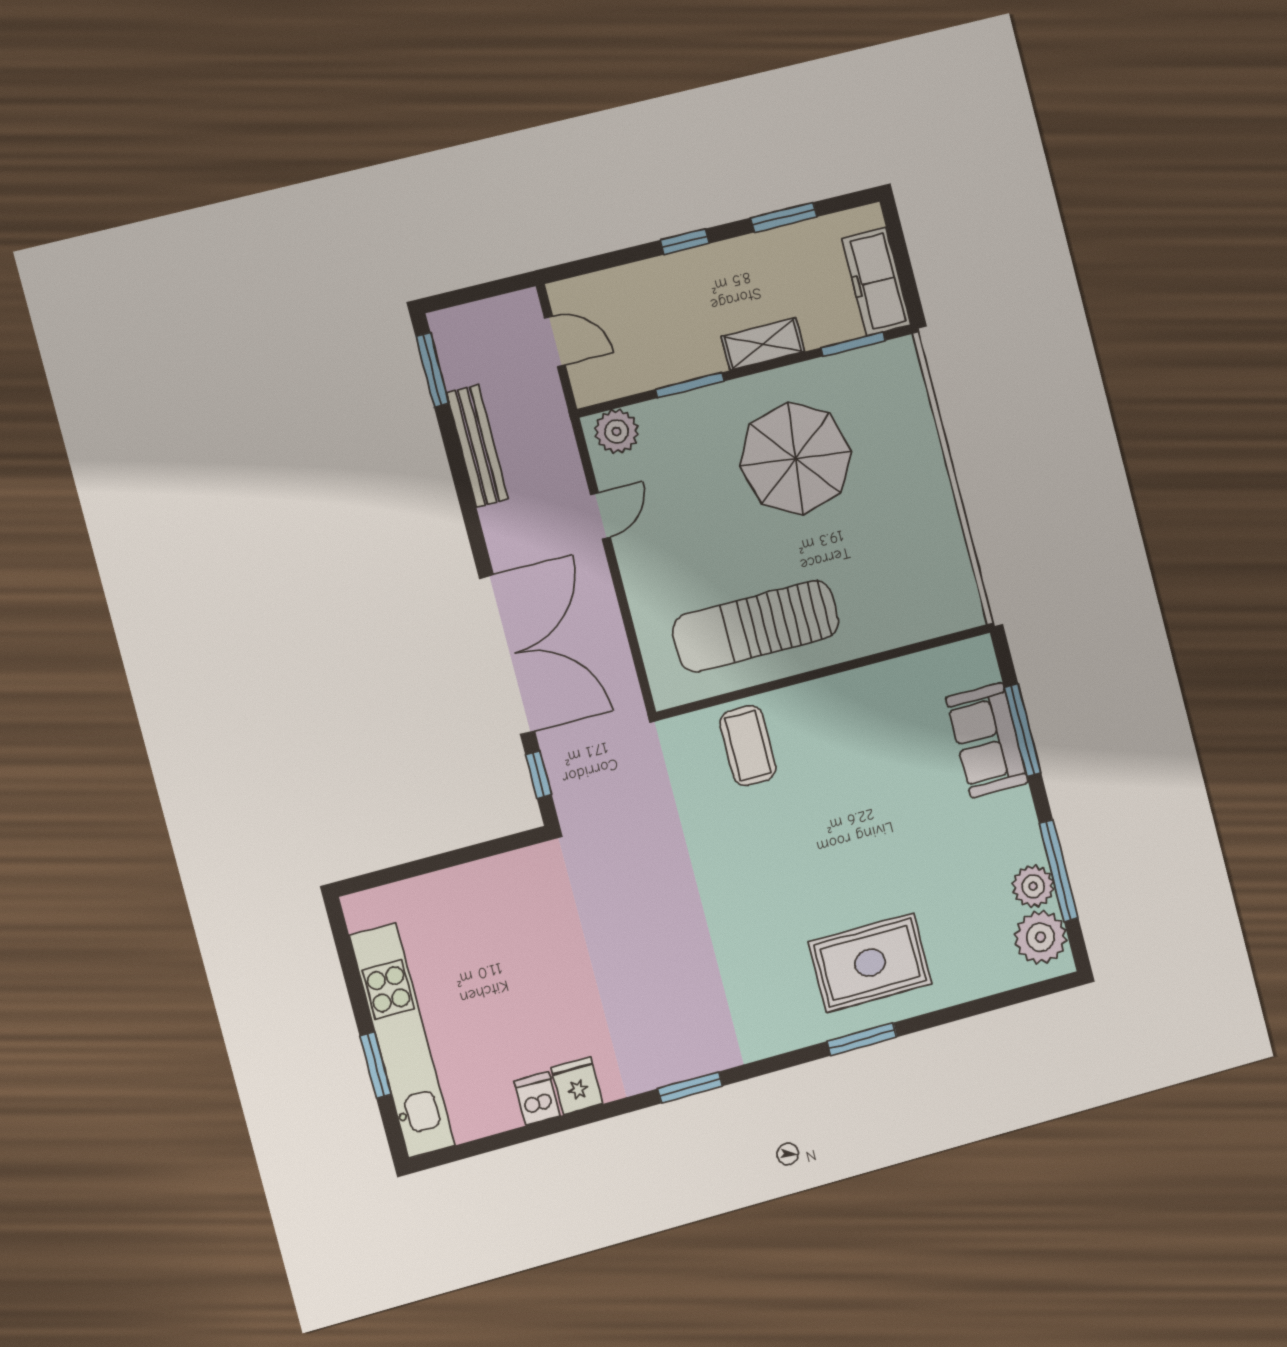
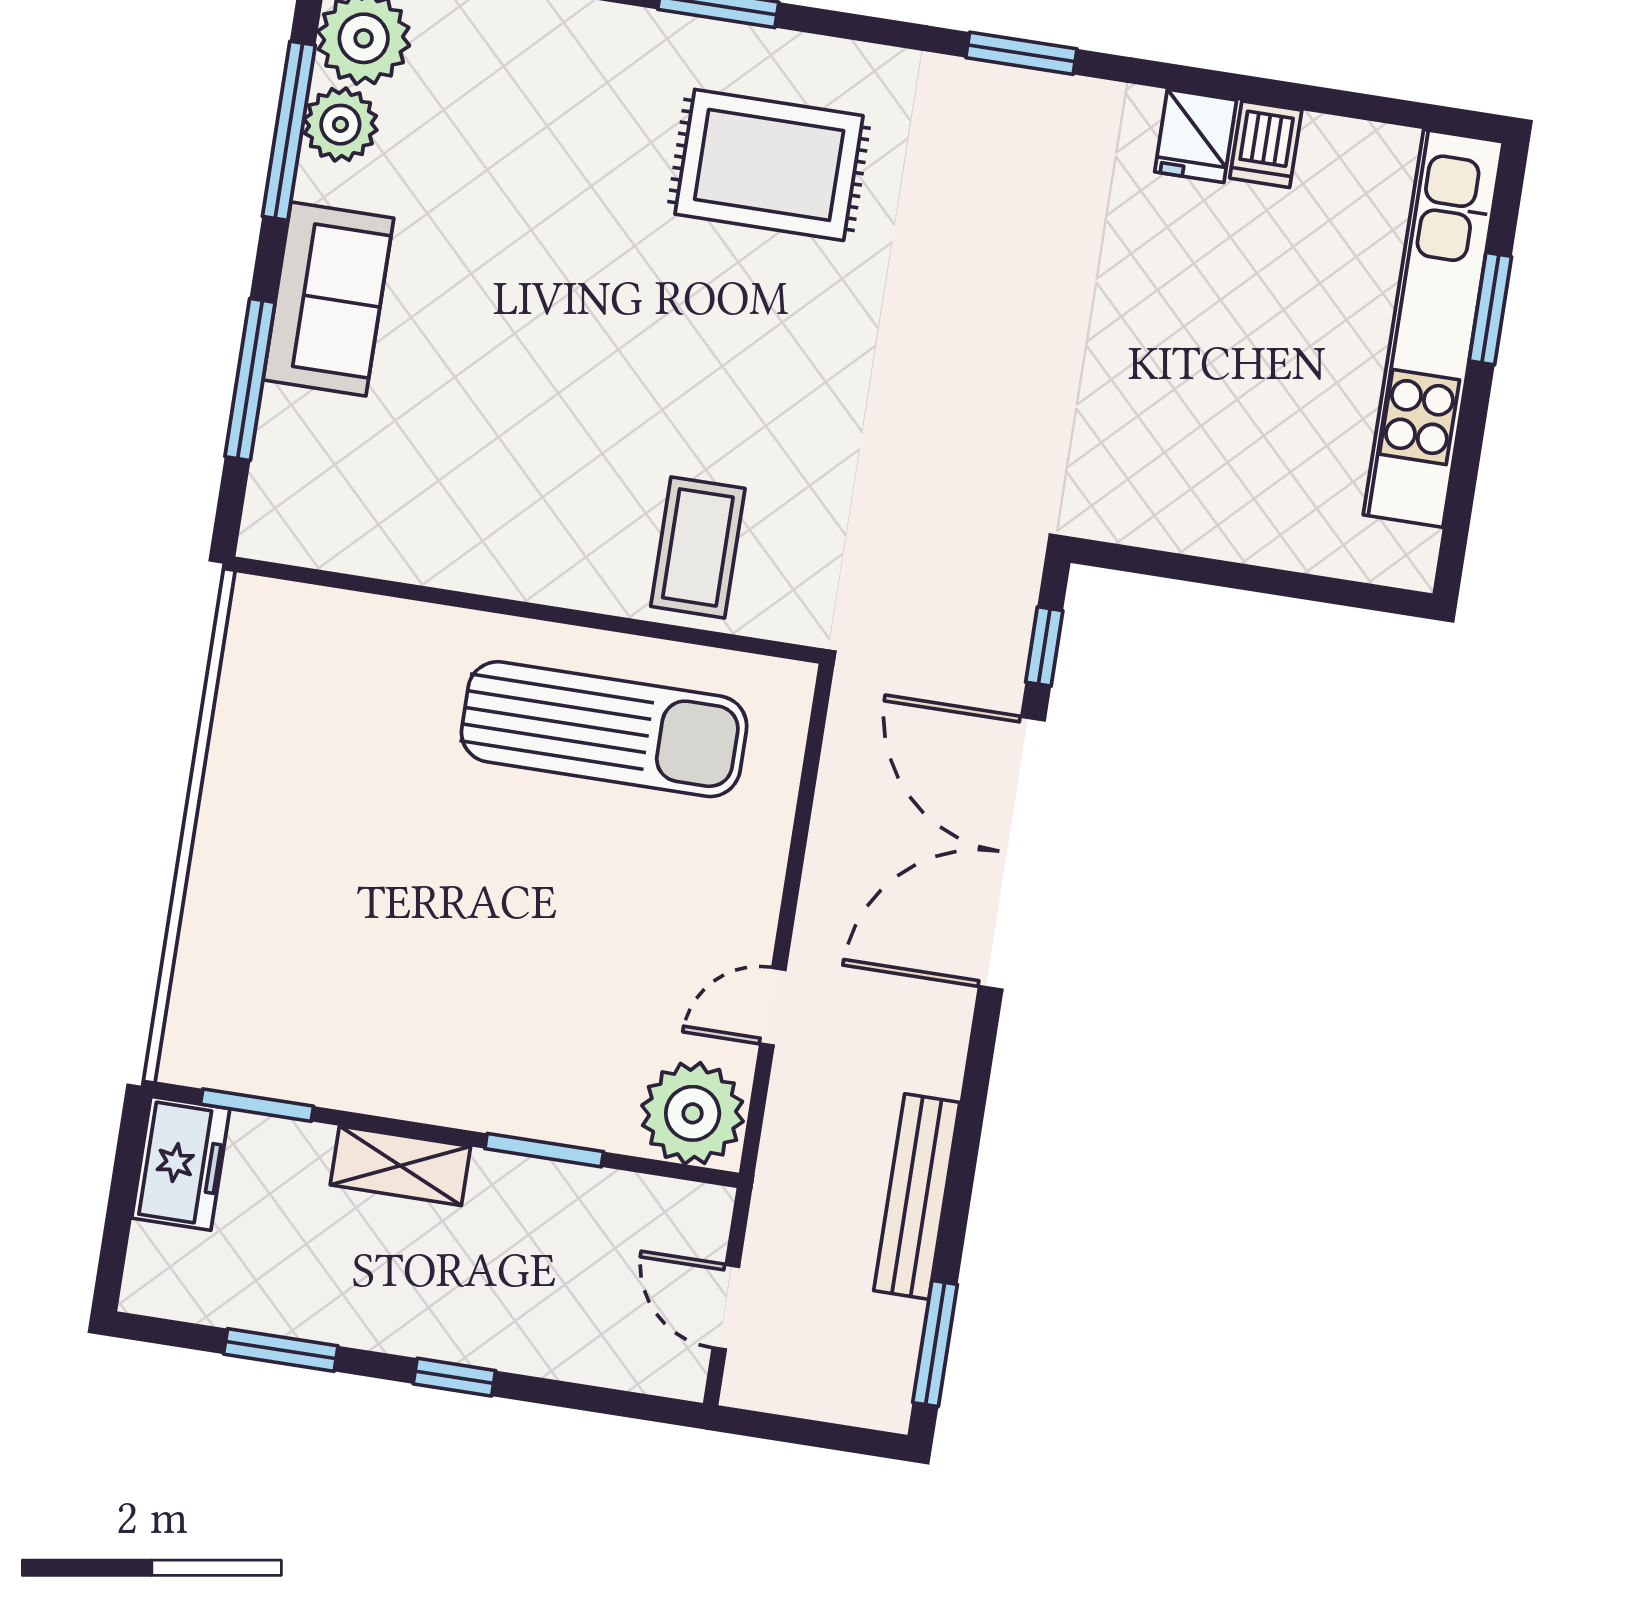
freezer: (876, 282) -> (181, 1163), width x0.71
plant: (617, 431) -> (693, 1113), width x1.36, depth x1.36
parasol: (796, 459) -> (427, 964), removed
sofa: (987, 740) -> (328, 299), moved
rug: (870, 963) -> (769, 165), moved

